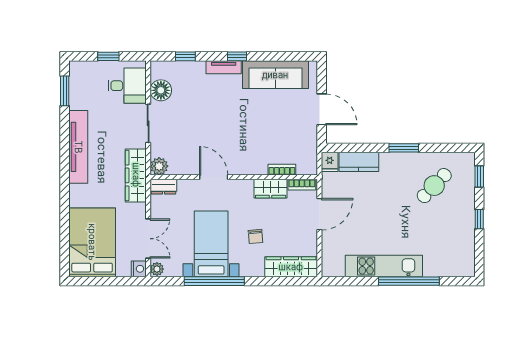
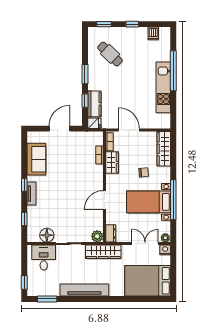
window: (108, 56) -> (24, 282), moved
sofa: (275, 75) -> (36, 159), width x0.73
window: (364, 148) -> (85, 101), added
dishwasher: (465, 251) -> (153, 33), added

